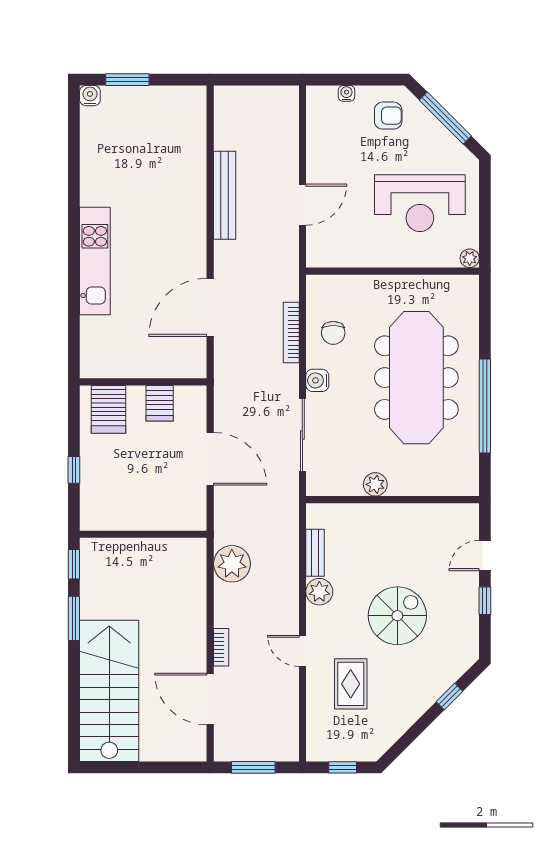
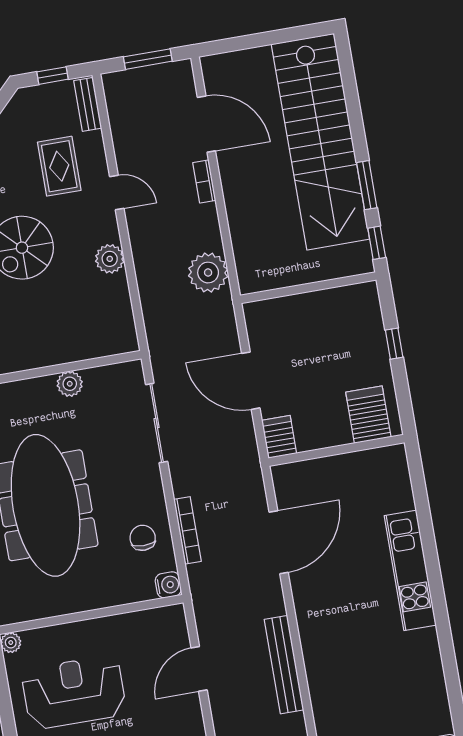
water cooler: (317, 380) -> (168, 585), moved
server rack: (160, 403) -> (279, 437), moved
bench: (315, 553) -> (88, 104), moved
stairs: (109, 691) -> (320, 142), width x1.36

